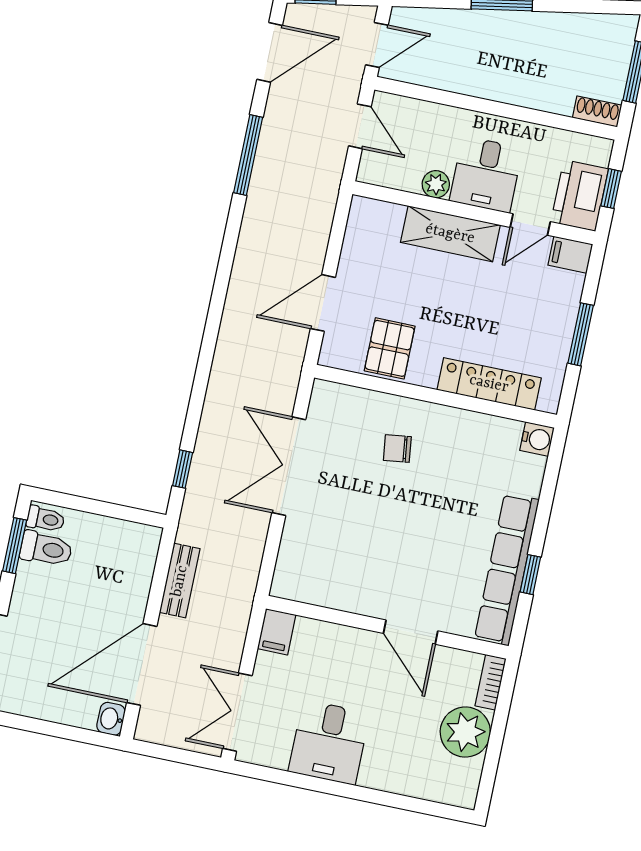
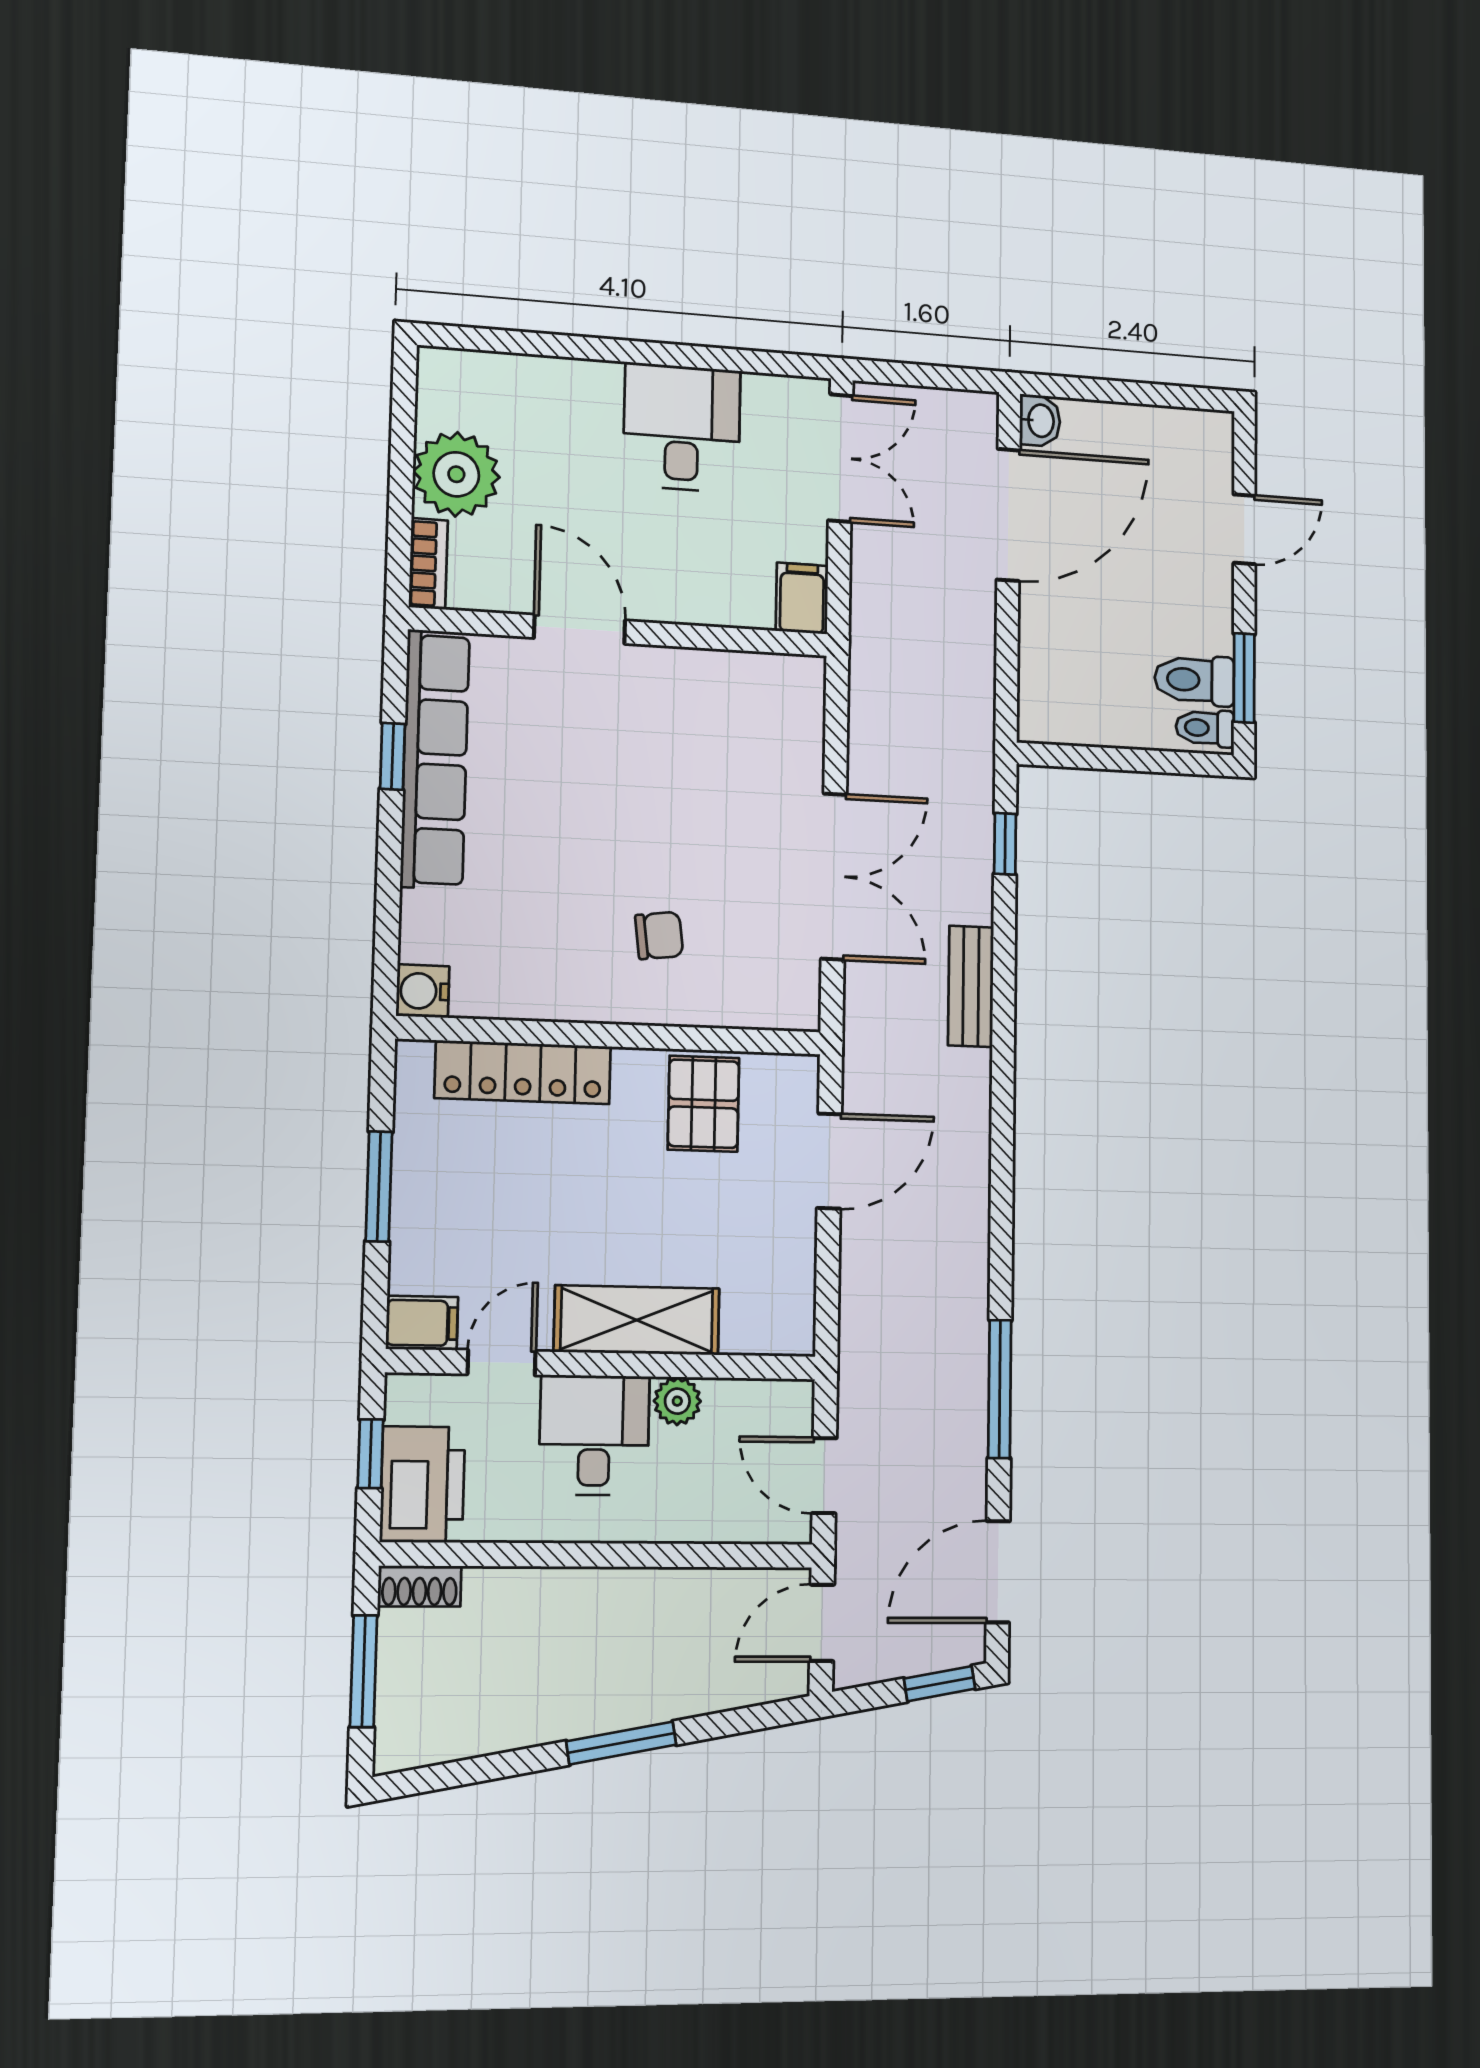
printer: (580, 196) -> (423, 1484), moved
bench: (180, 581) -> (971, 986), moved

